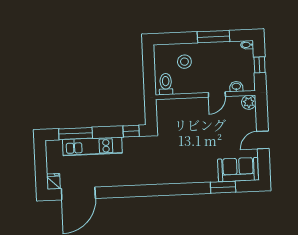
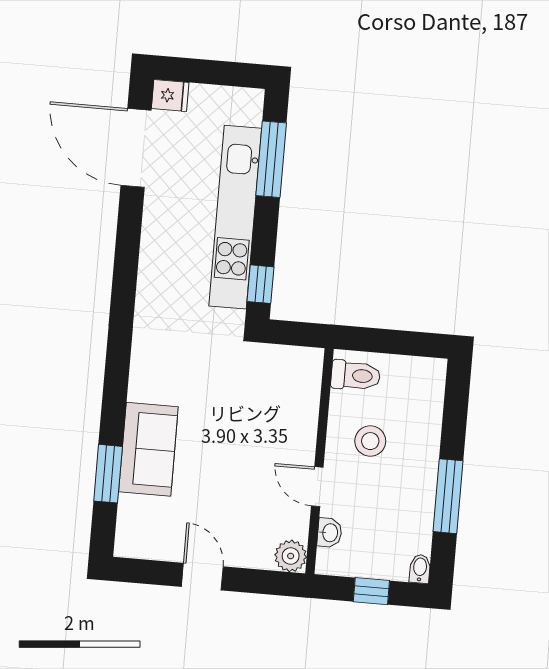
stool: (184, 62) -> (370, 441), moved
kitchen unit: (92, 146) -> (235, 217), width x1.36
sofa: (238, 170) -> (148, 449), moved

